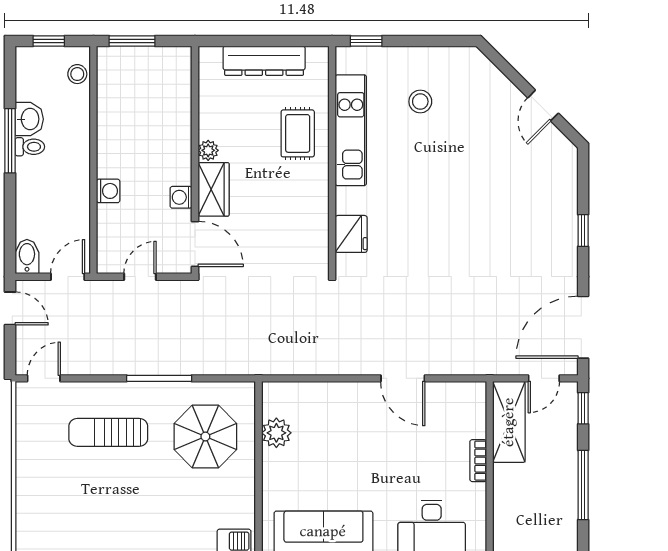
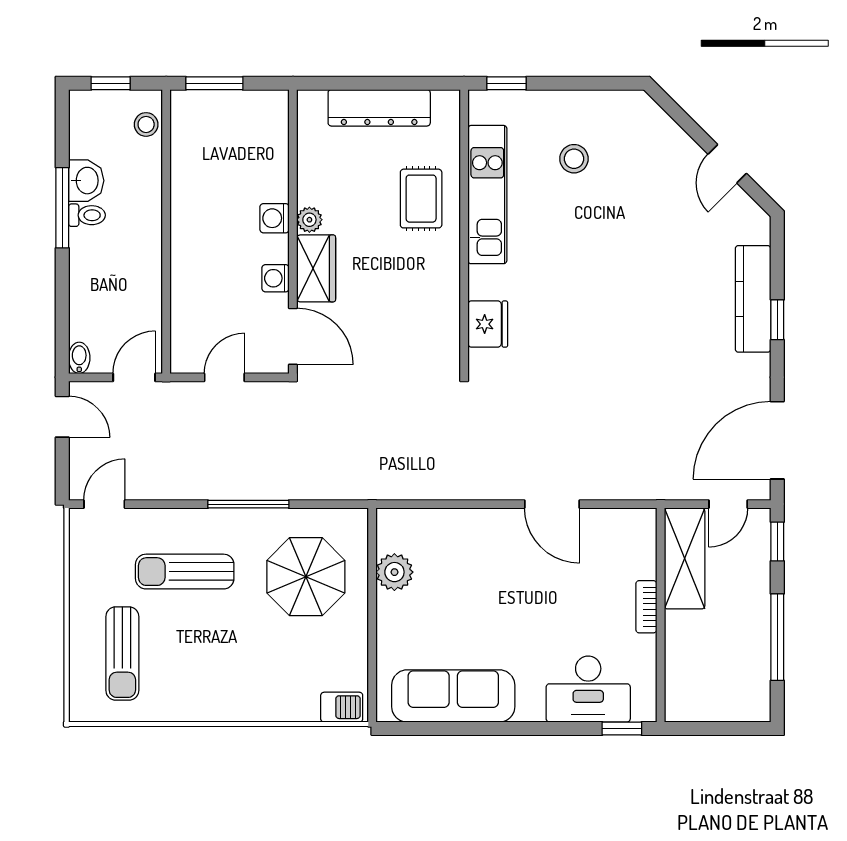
washing machine: (108, 191) -> (275, 218), moved, turned 180
kitchen counter: (564, 214) -> (753, 299), added
bidet: (27, 257) -> (79, 358), width x0.72, depth x0.74
sun lounger: (58, 498) -> (122, 653), added

